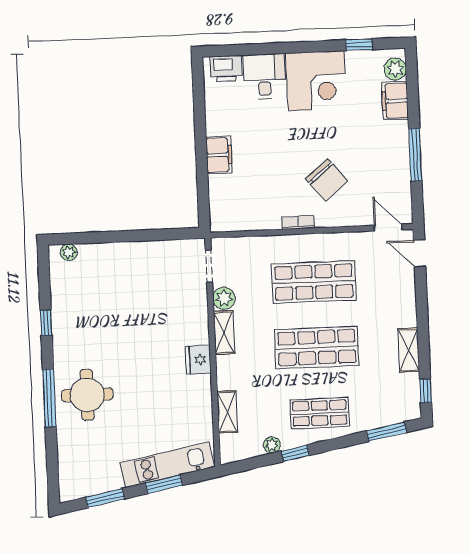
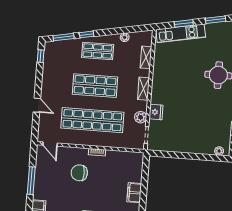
chair: (327, 180) -> (79, 173), turned -51
door: (420, 253) -> (37, 105), moved
shop shelf: (314, 282) -> (92, 120), width x1.40
shelving: (224, 333) -> (143, 89), moved
shelving: (409, 350) -> (47, 78), removed
fridge: (198, 360) -> (156, 112), moved
window: (295, 453) -> (87, 34), moved

